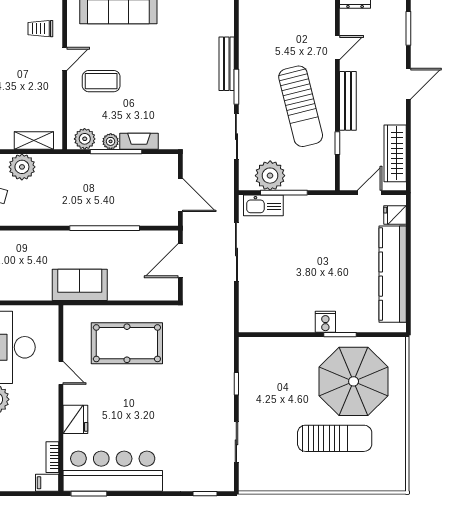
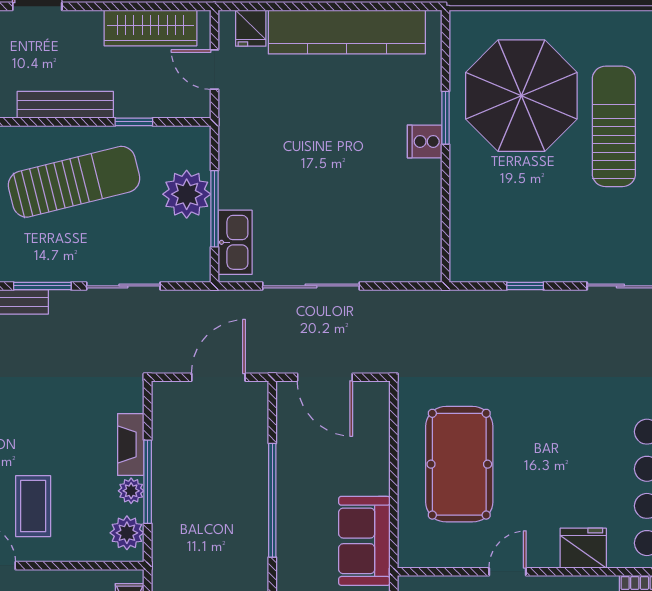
plant: (270, 176) -> (187, 194), moved

